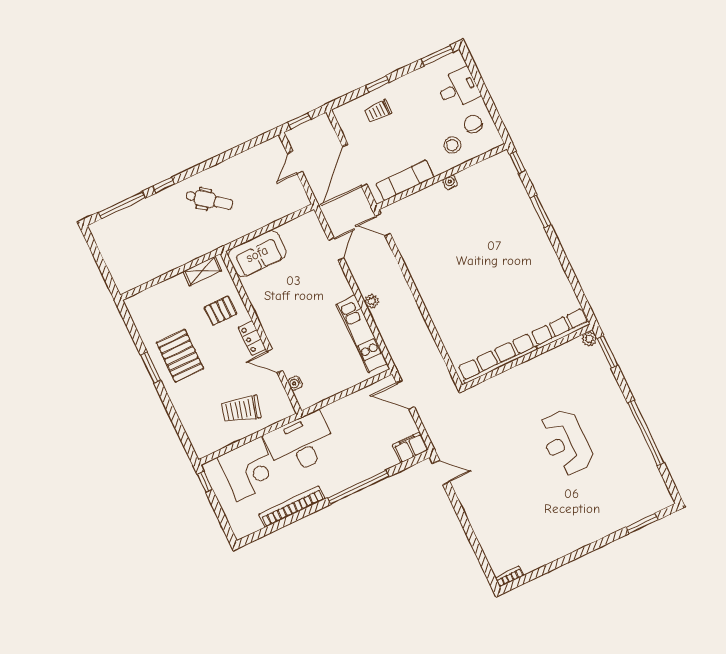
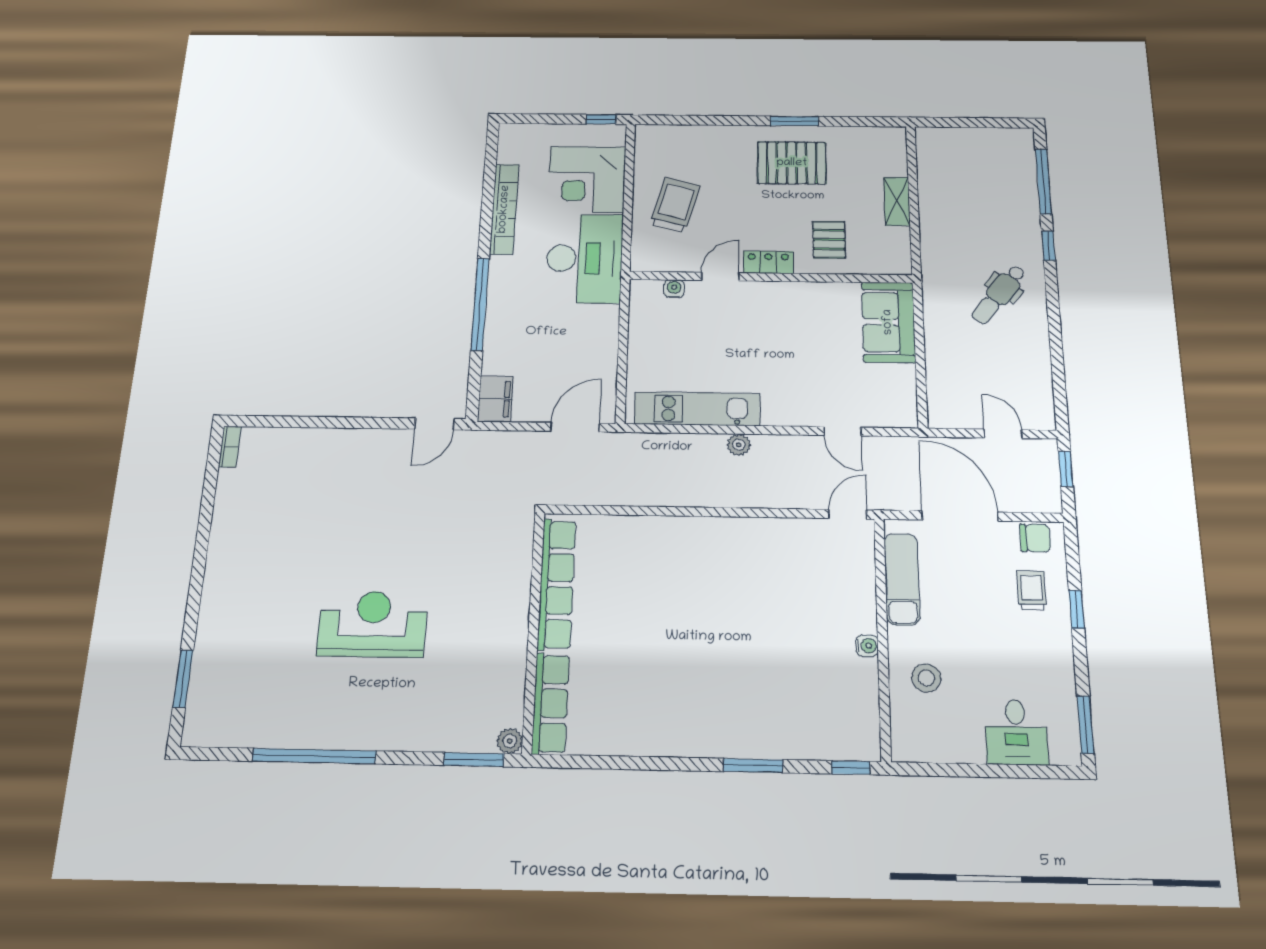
chair: (473, 124) -> (1035, 538), moved
shelving: (202, 271) -> (897, 201), moved

